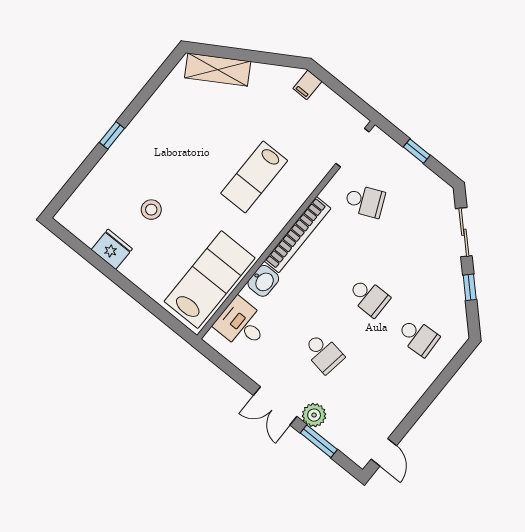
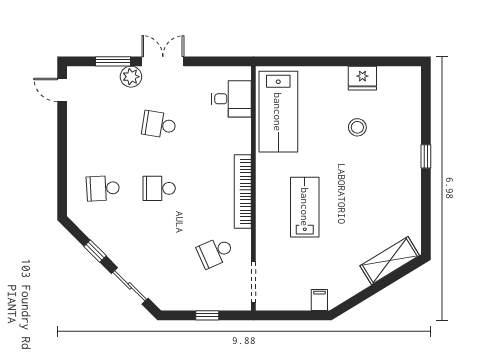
washbasin: (263, 281) -> (241, 141), removed

